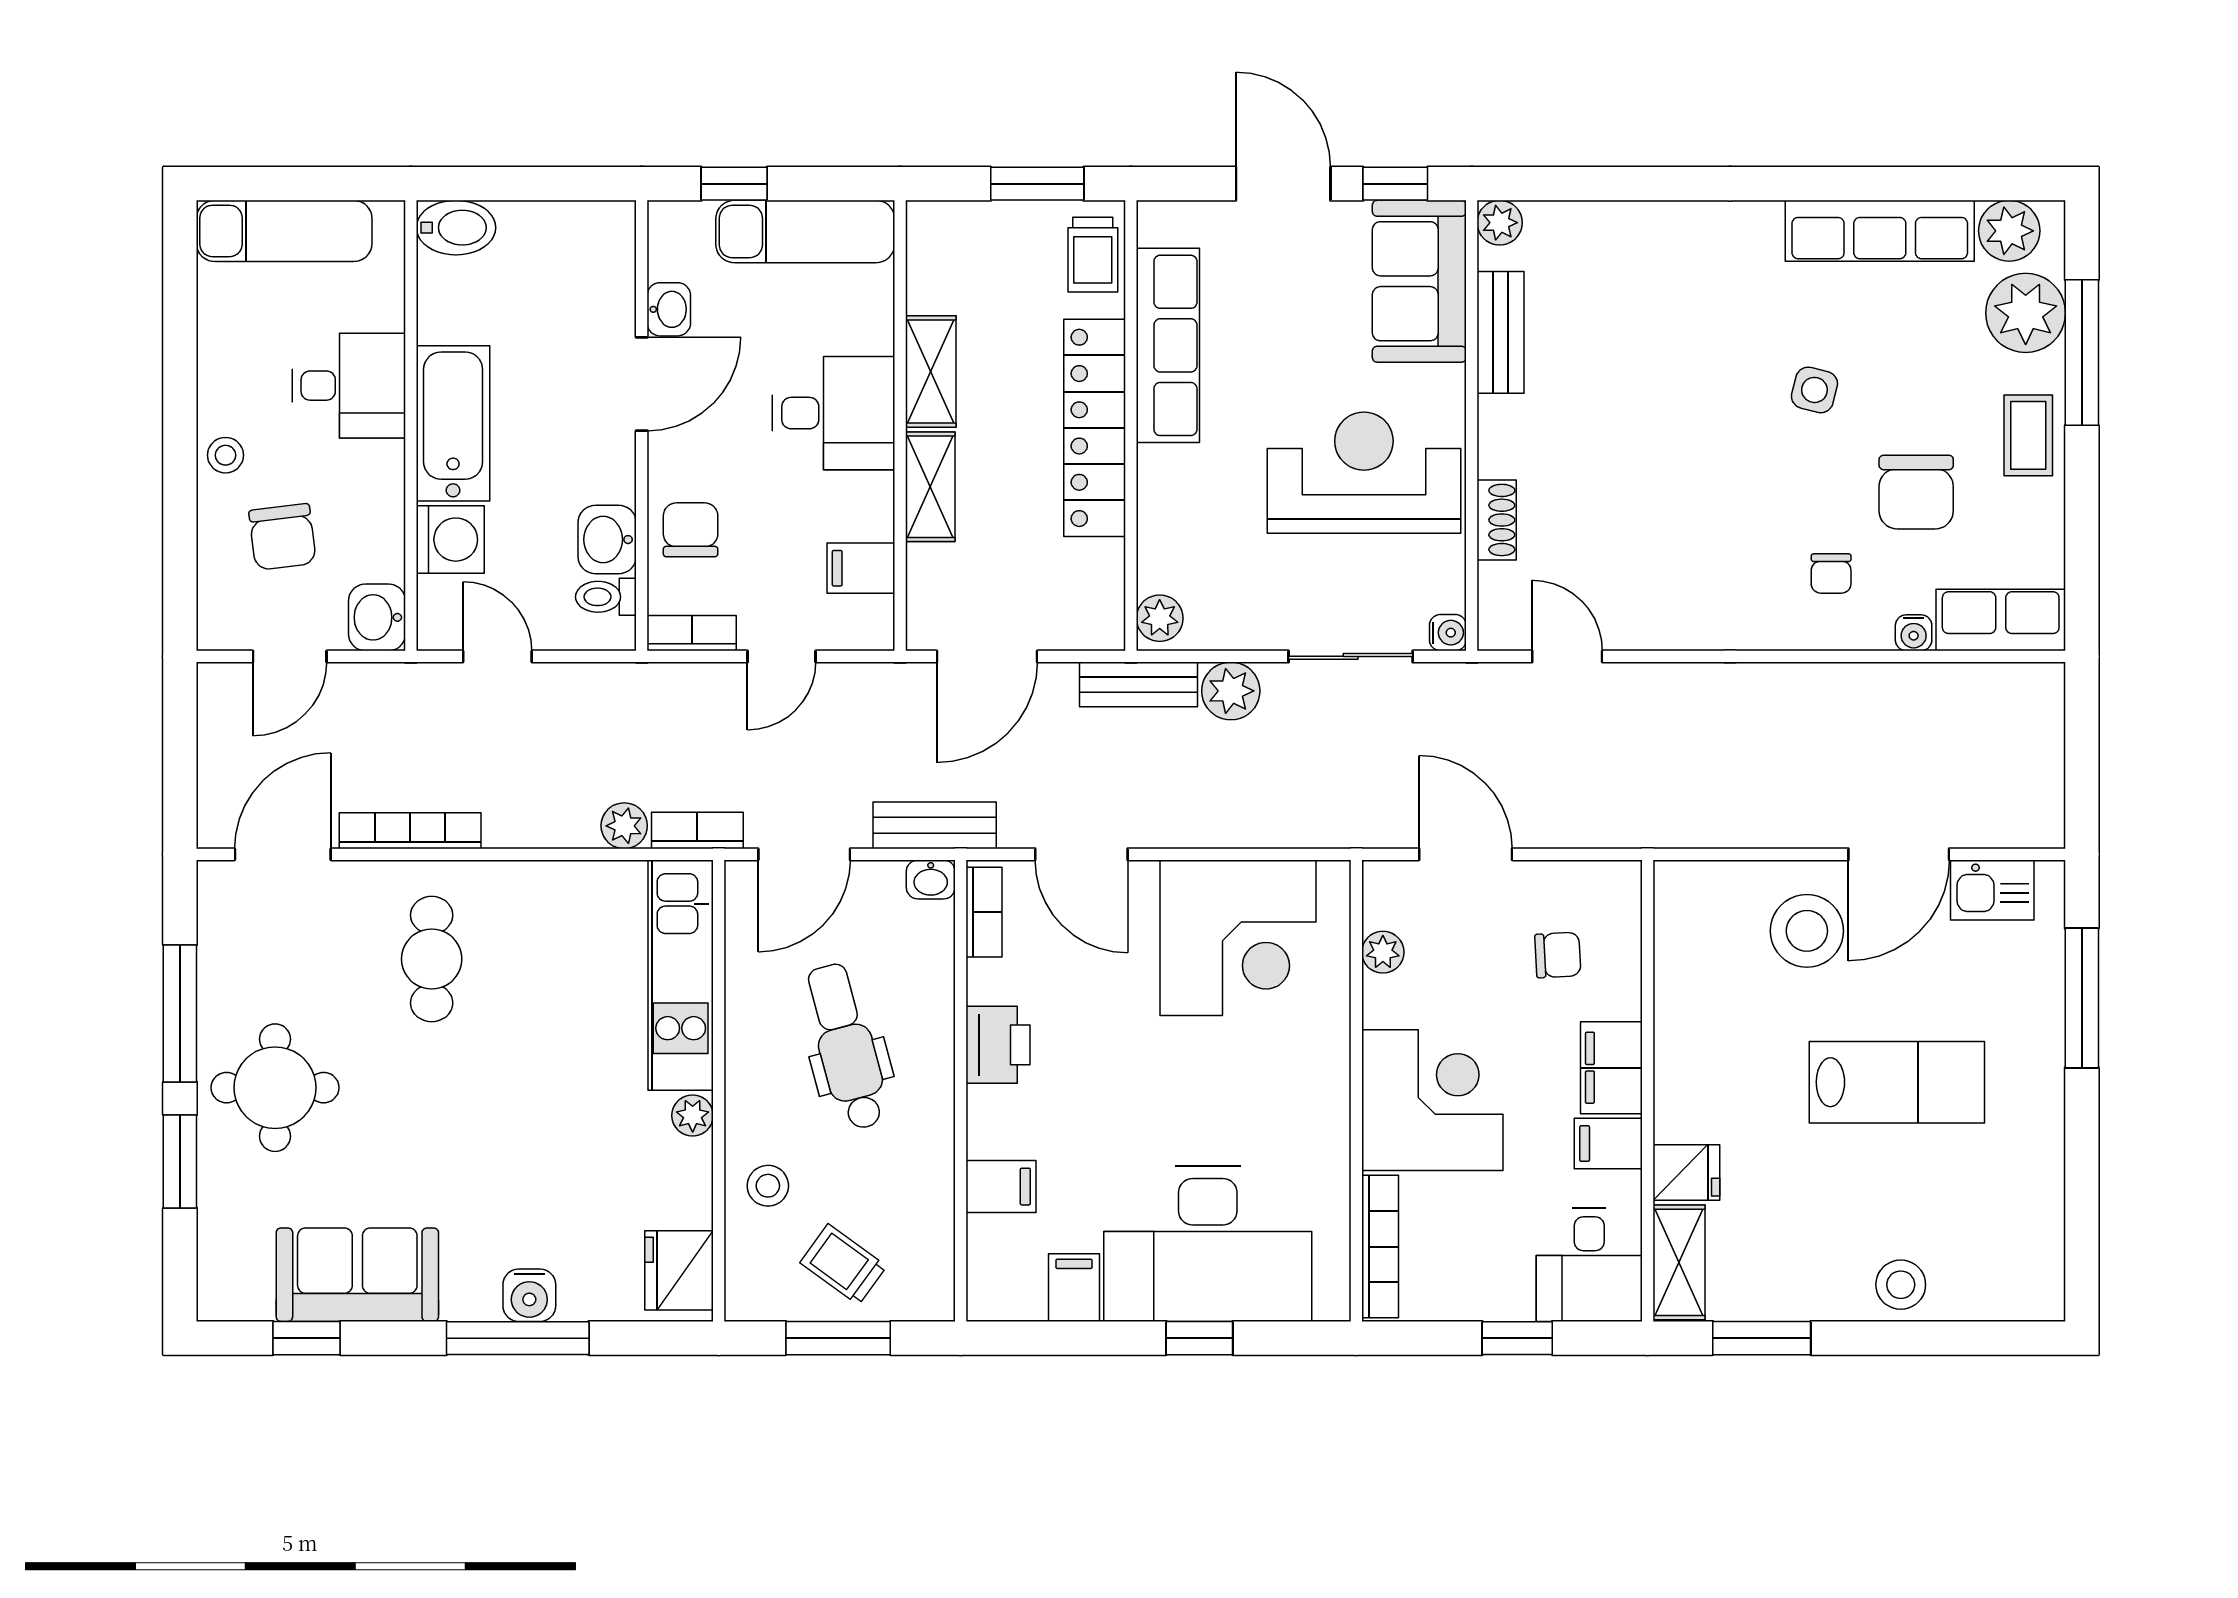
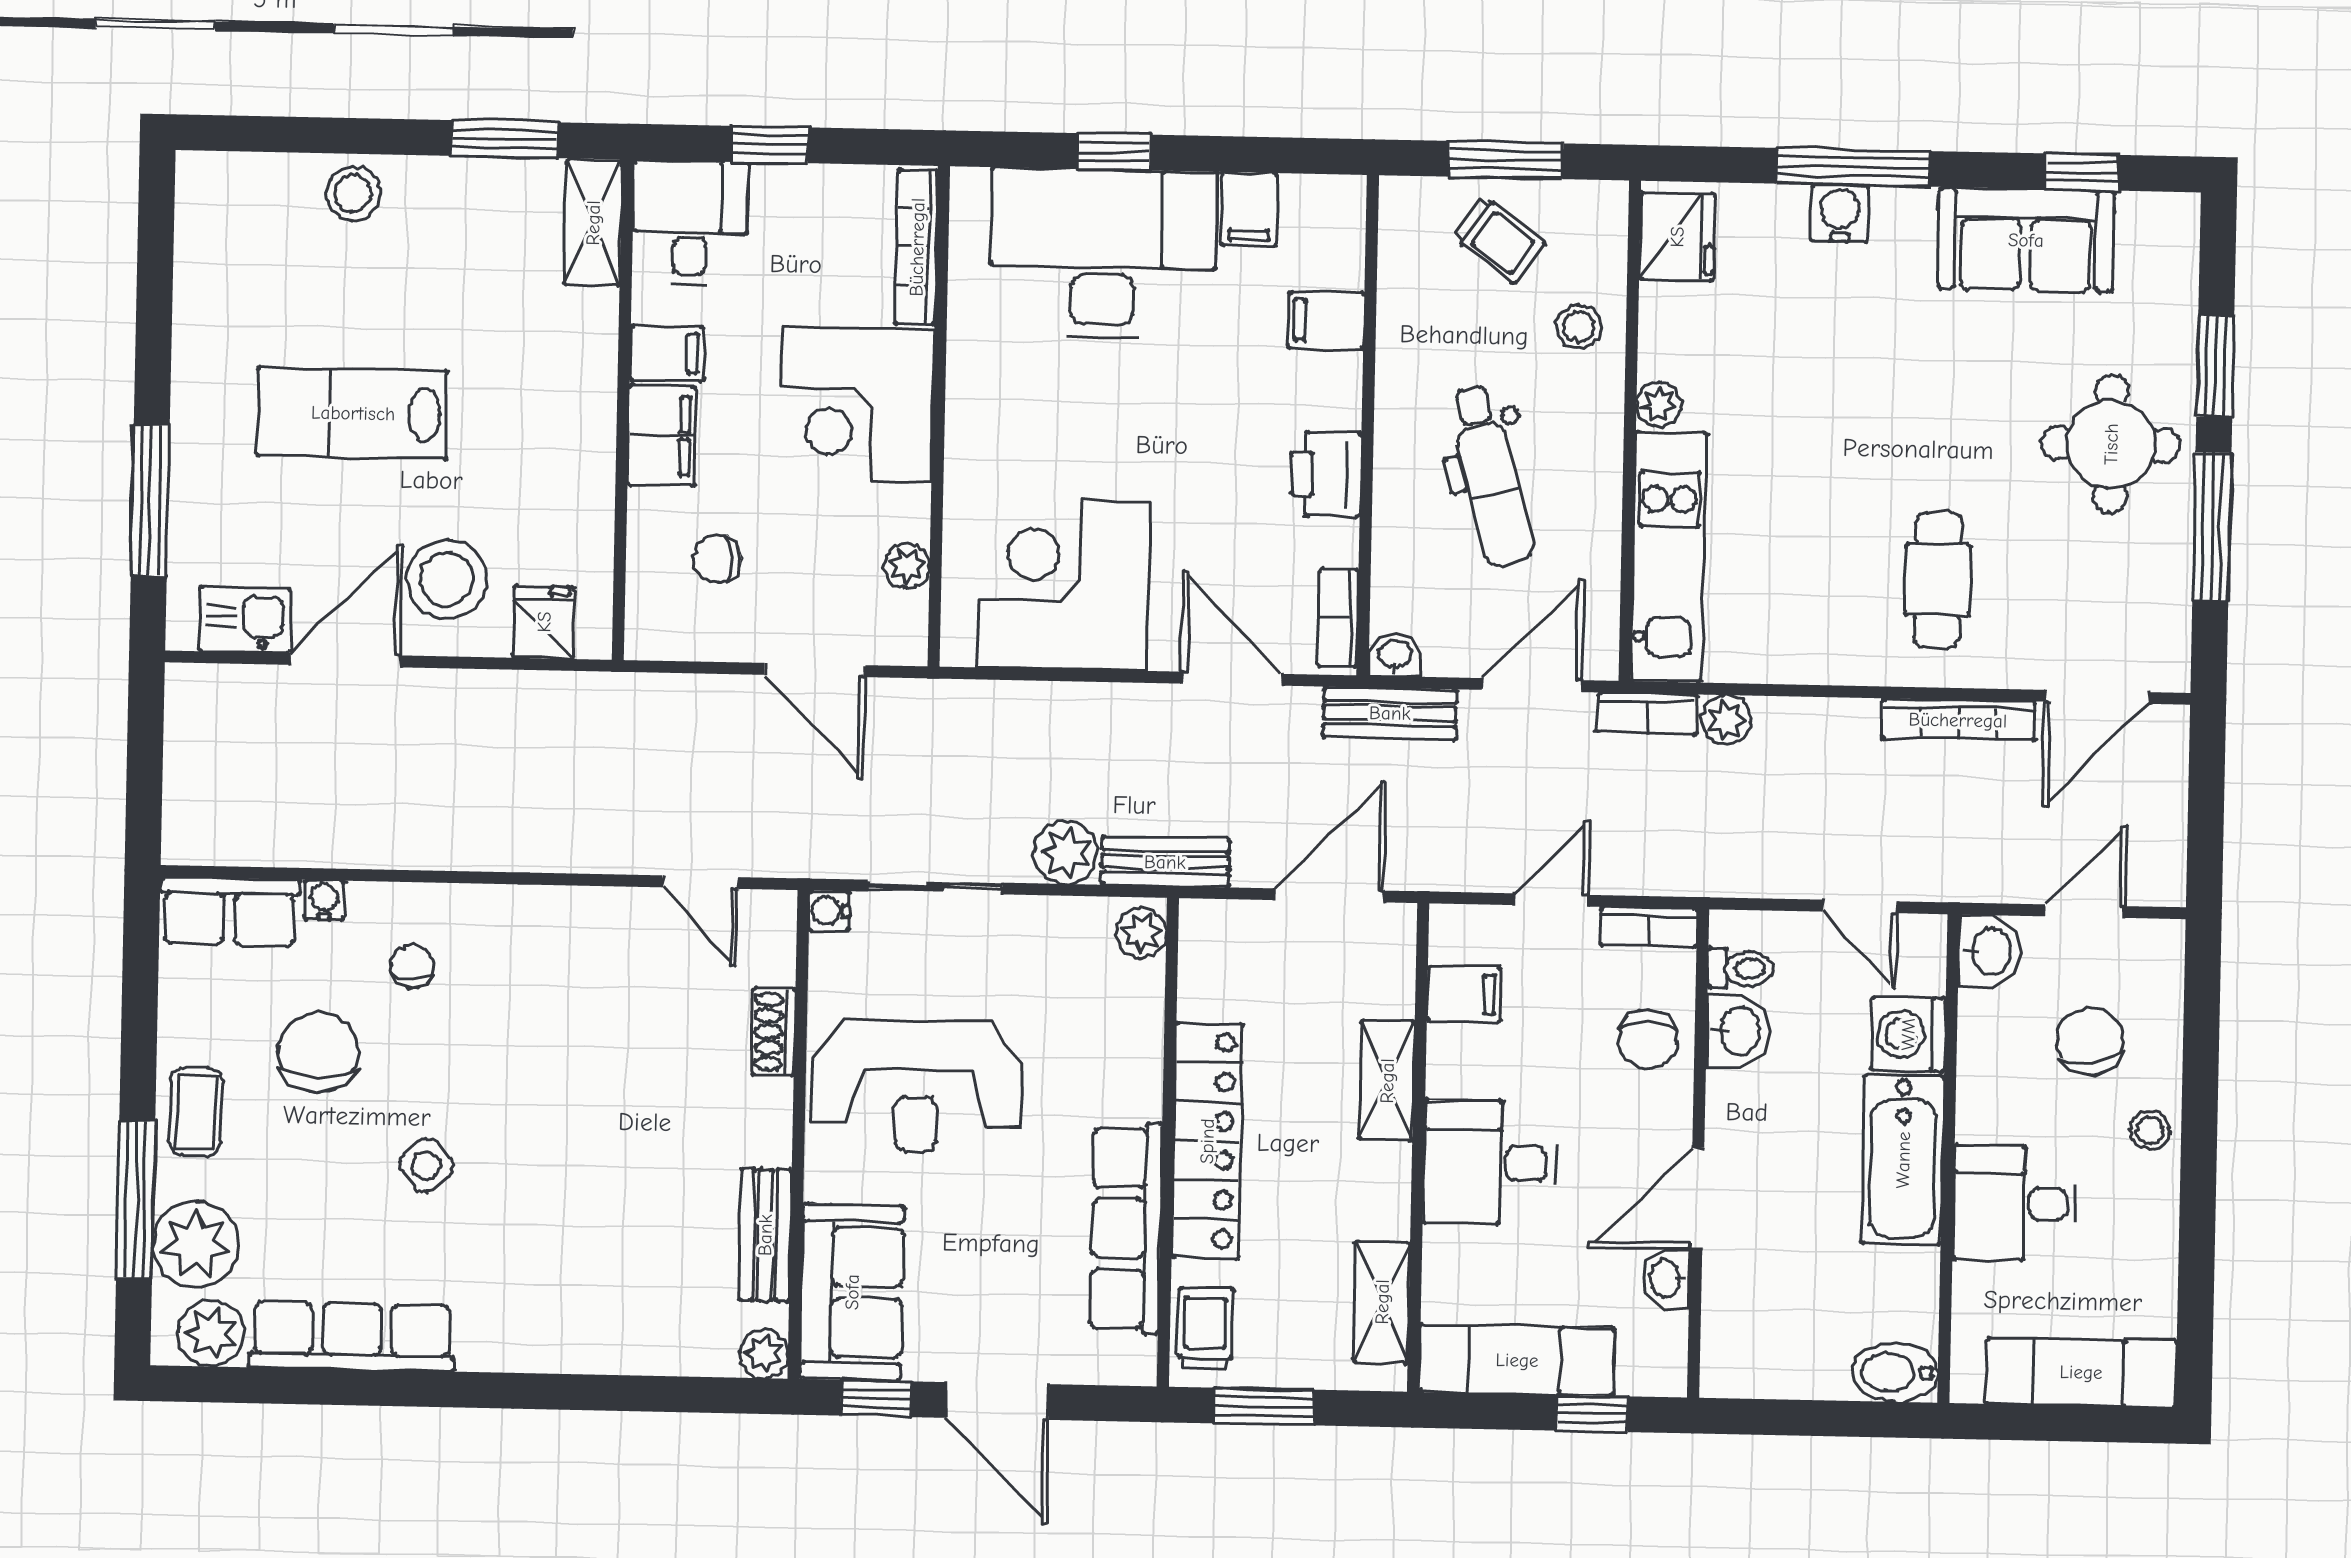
shelving: (931, 372) -> (1382, 1302), moved
side table: (1814, 390) -> (426, 1165), turned 35
fridge: (1686, 1173) -> (544, 622), moved, turned 90

